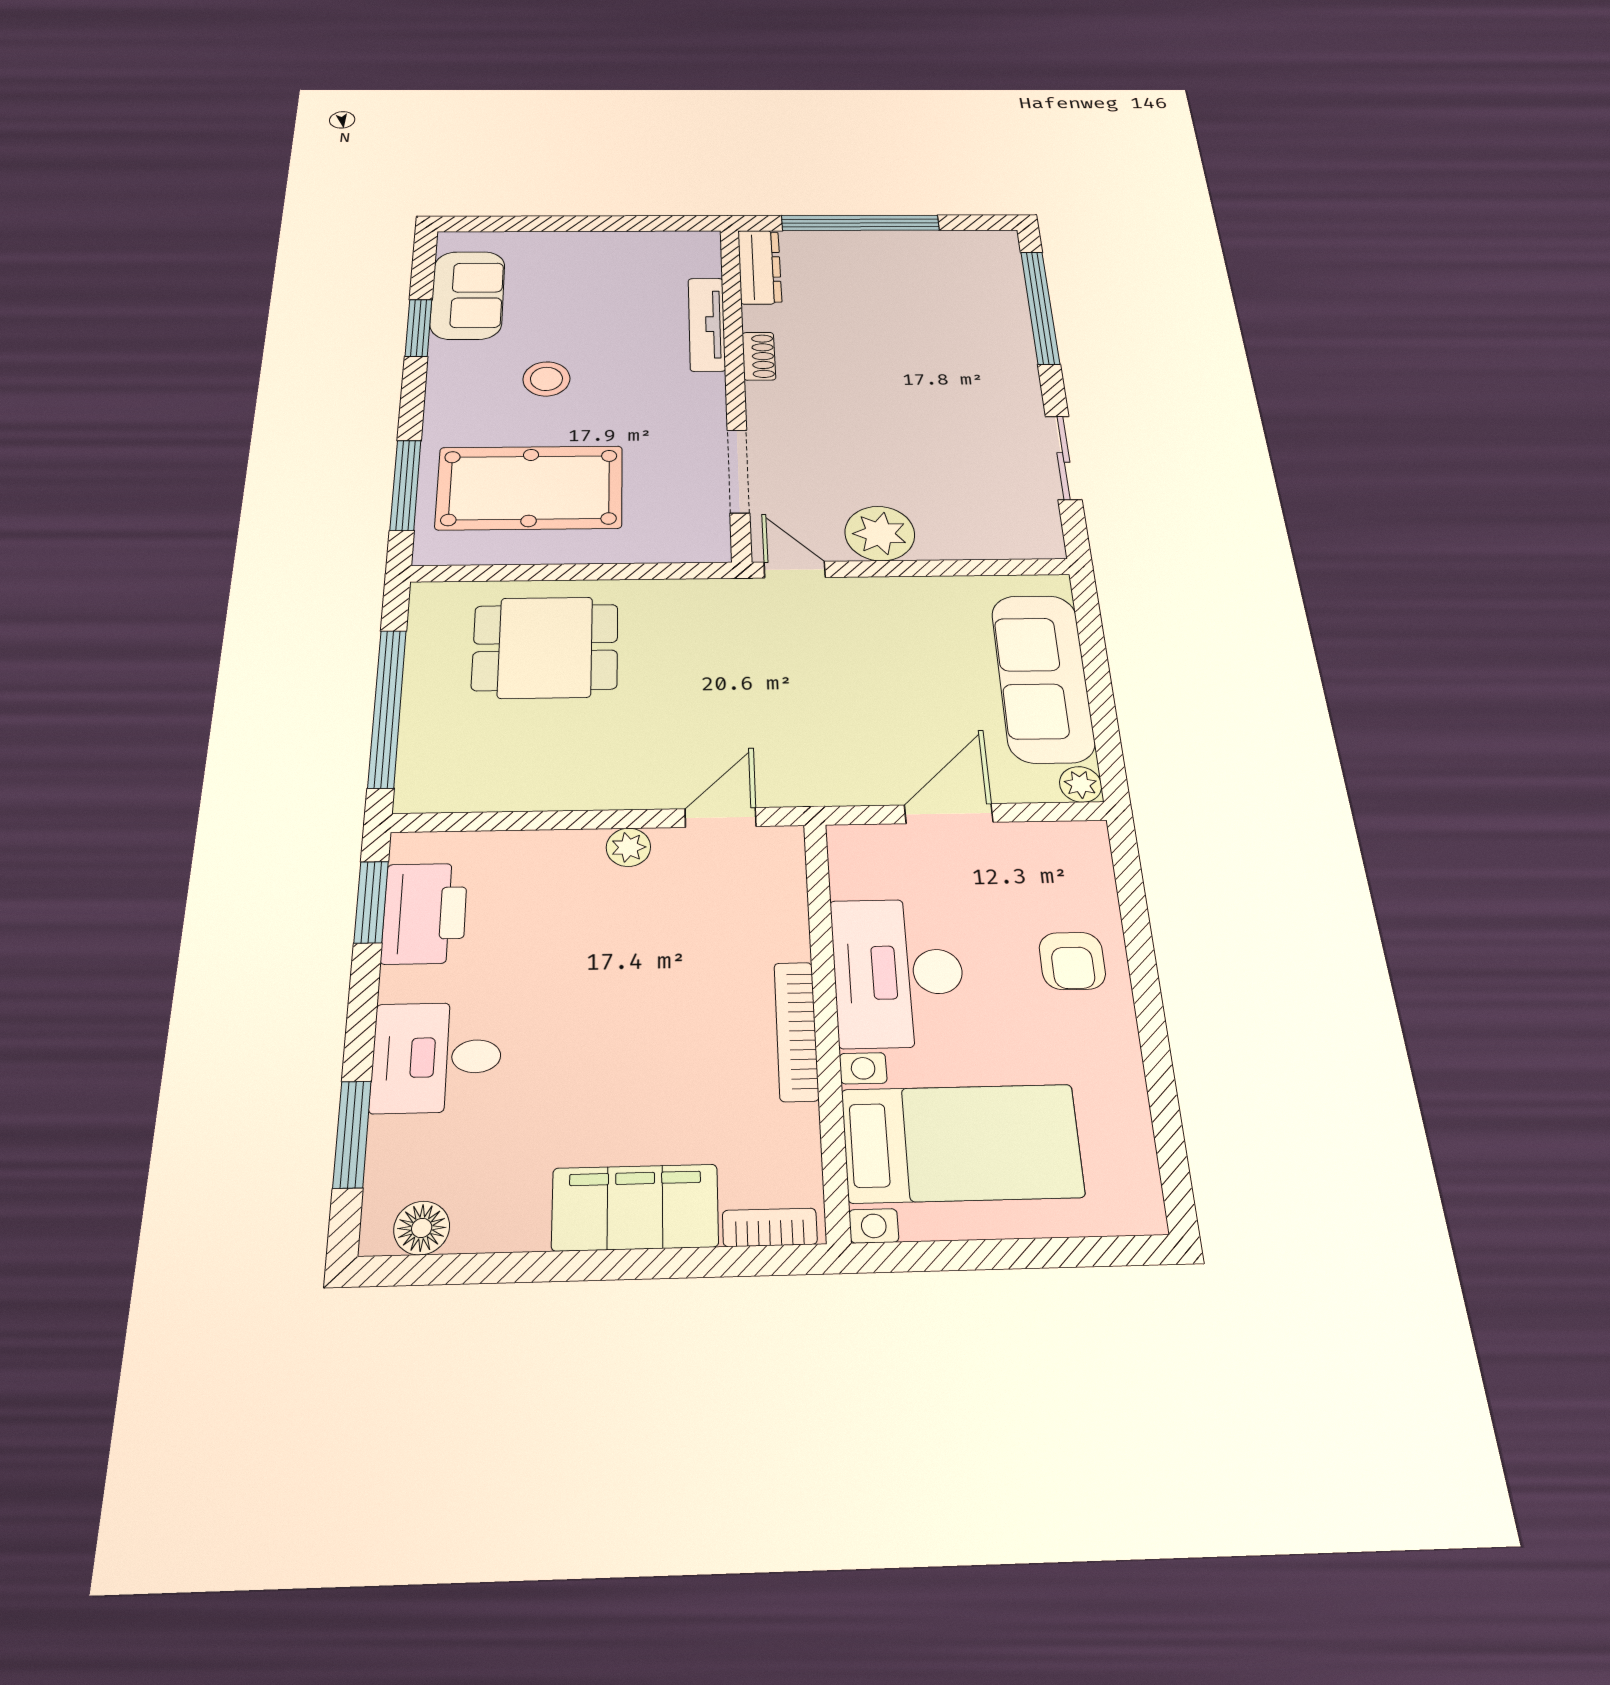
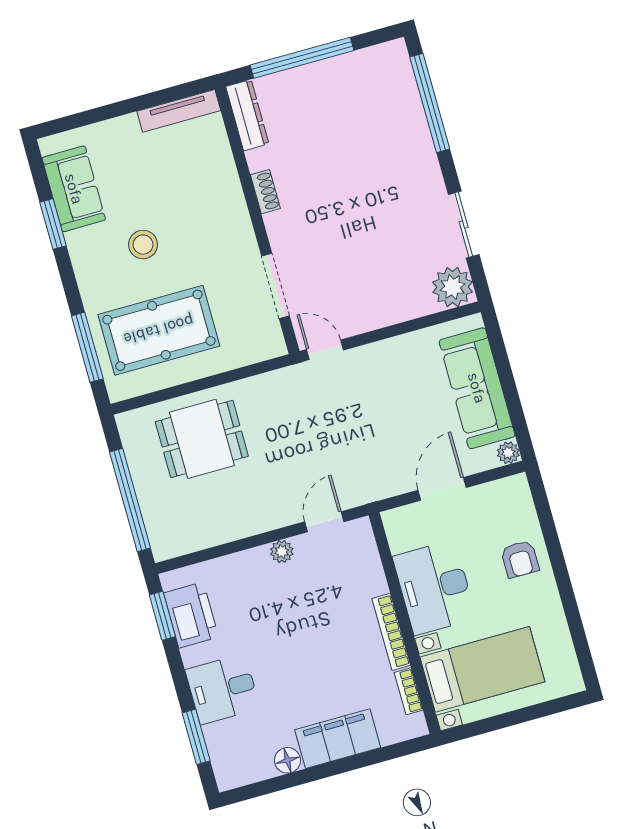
tv unit: (707, 324) -> (179, 111), moved, turned -90
plant: (880, 533) -> (453, 287), moved
bookcase: (770, 1227) -> (409, 691), moved, turned -90
floor lamp: (422, 1228) -> (287, 760), moved

